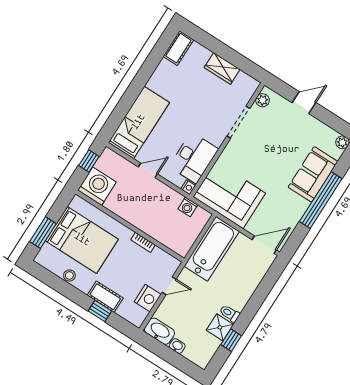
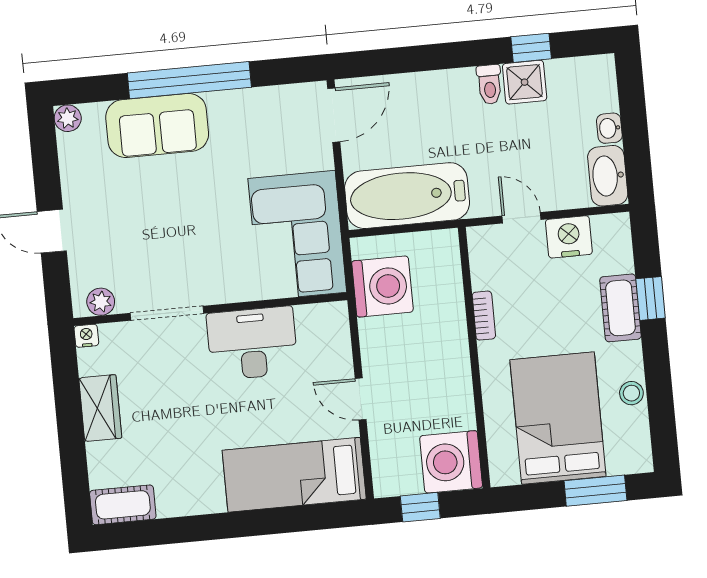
desk: (194, 158) -> (252, 343), moved
nightstand: (188, 187) -> (86, 336), moved
washing machine: (188, 207) -> (382, 286), width x1.89, depth x1.89
door: (264, 245) -> (334, 115), swing flipped

